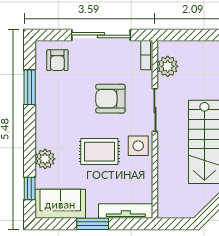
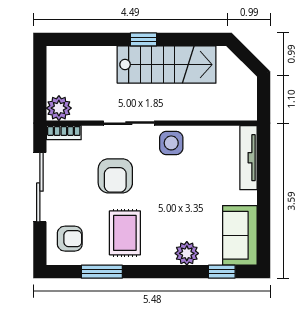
plant: (168, 66) -> (59, 108), moved
rug: (99, 152) -> (125, 233), moved
window: (93, 224) -> (264, 197), removed

